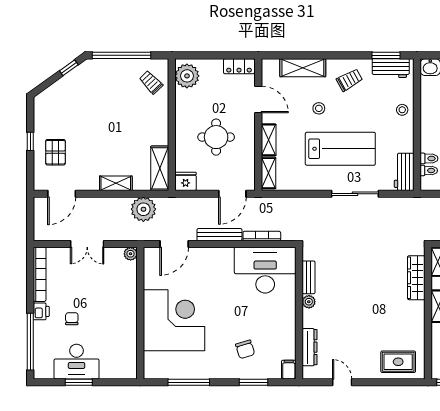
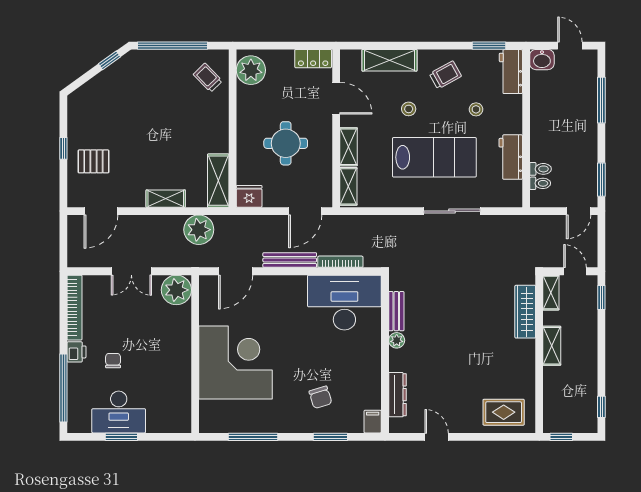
workbench: (391, 68) -> (511, 72), moved, turned 90
stool: (402, 110) -> (476, 109), moved
pallet: (55, 152) -> (93, 161), turned 90
workbench: (404, 172) -> (511, 157), moved
plant: (131, 254) -> (176, 290), width x1.88, depth x1.88

